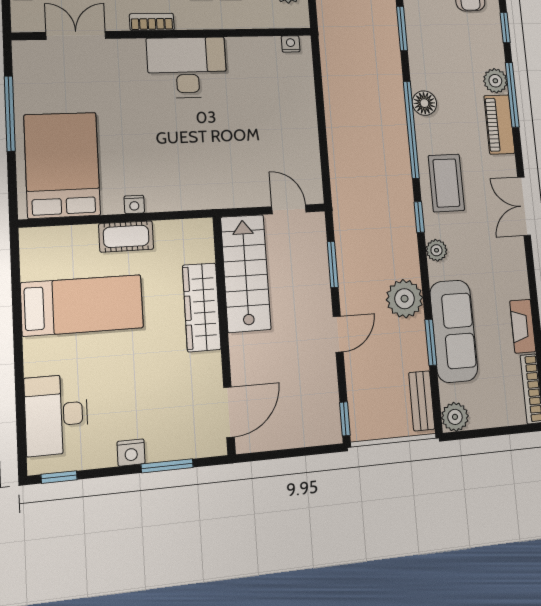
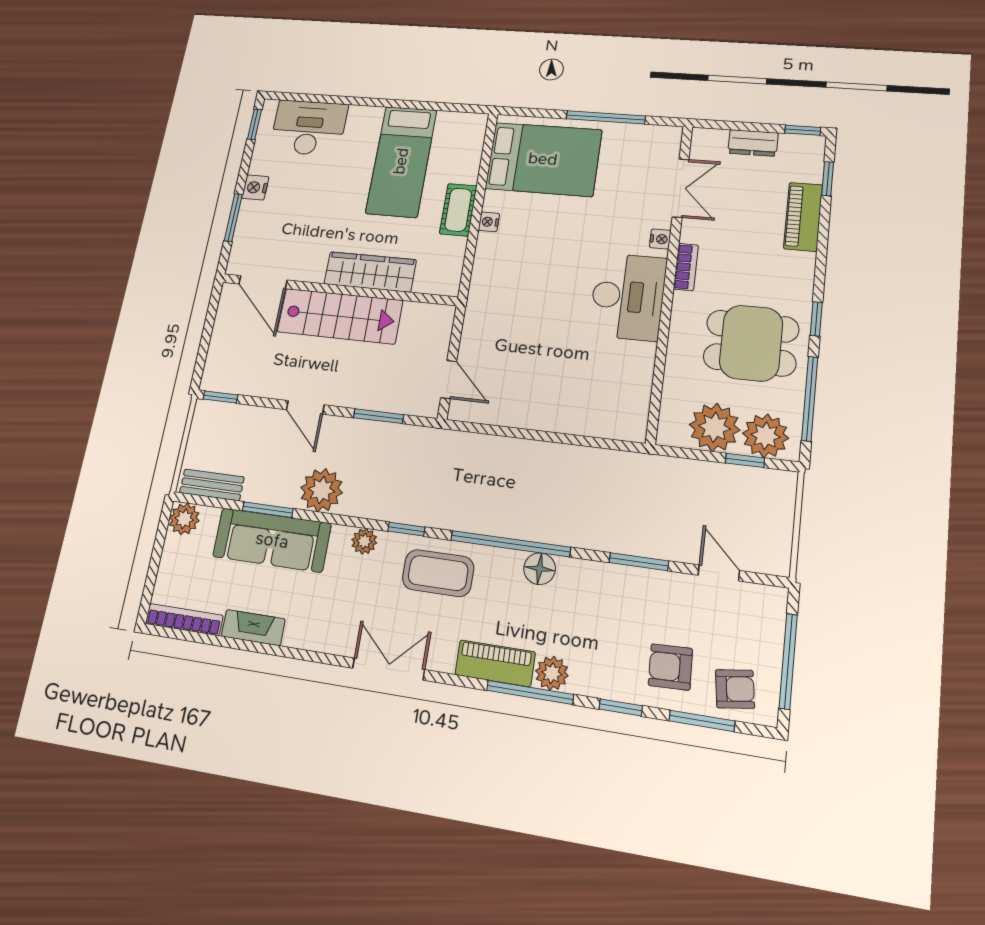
nightstand: (291, 44) -> (660, 239), moved
door: (289, 209) -> (449, 380), hinge flipped
stairs: (246, 273) -> (340, 316), moved

